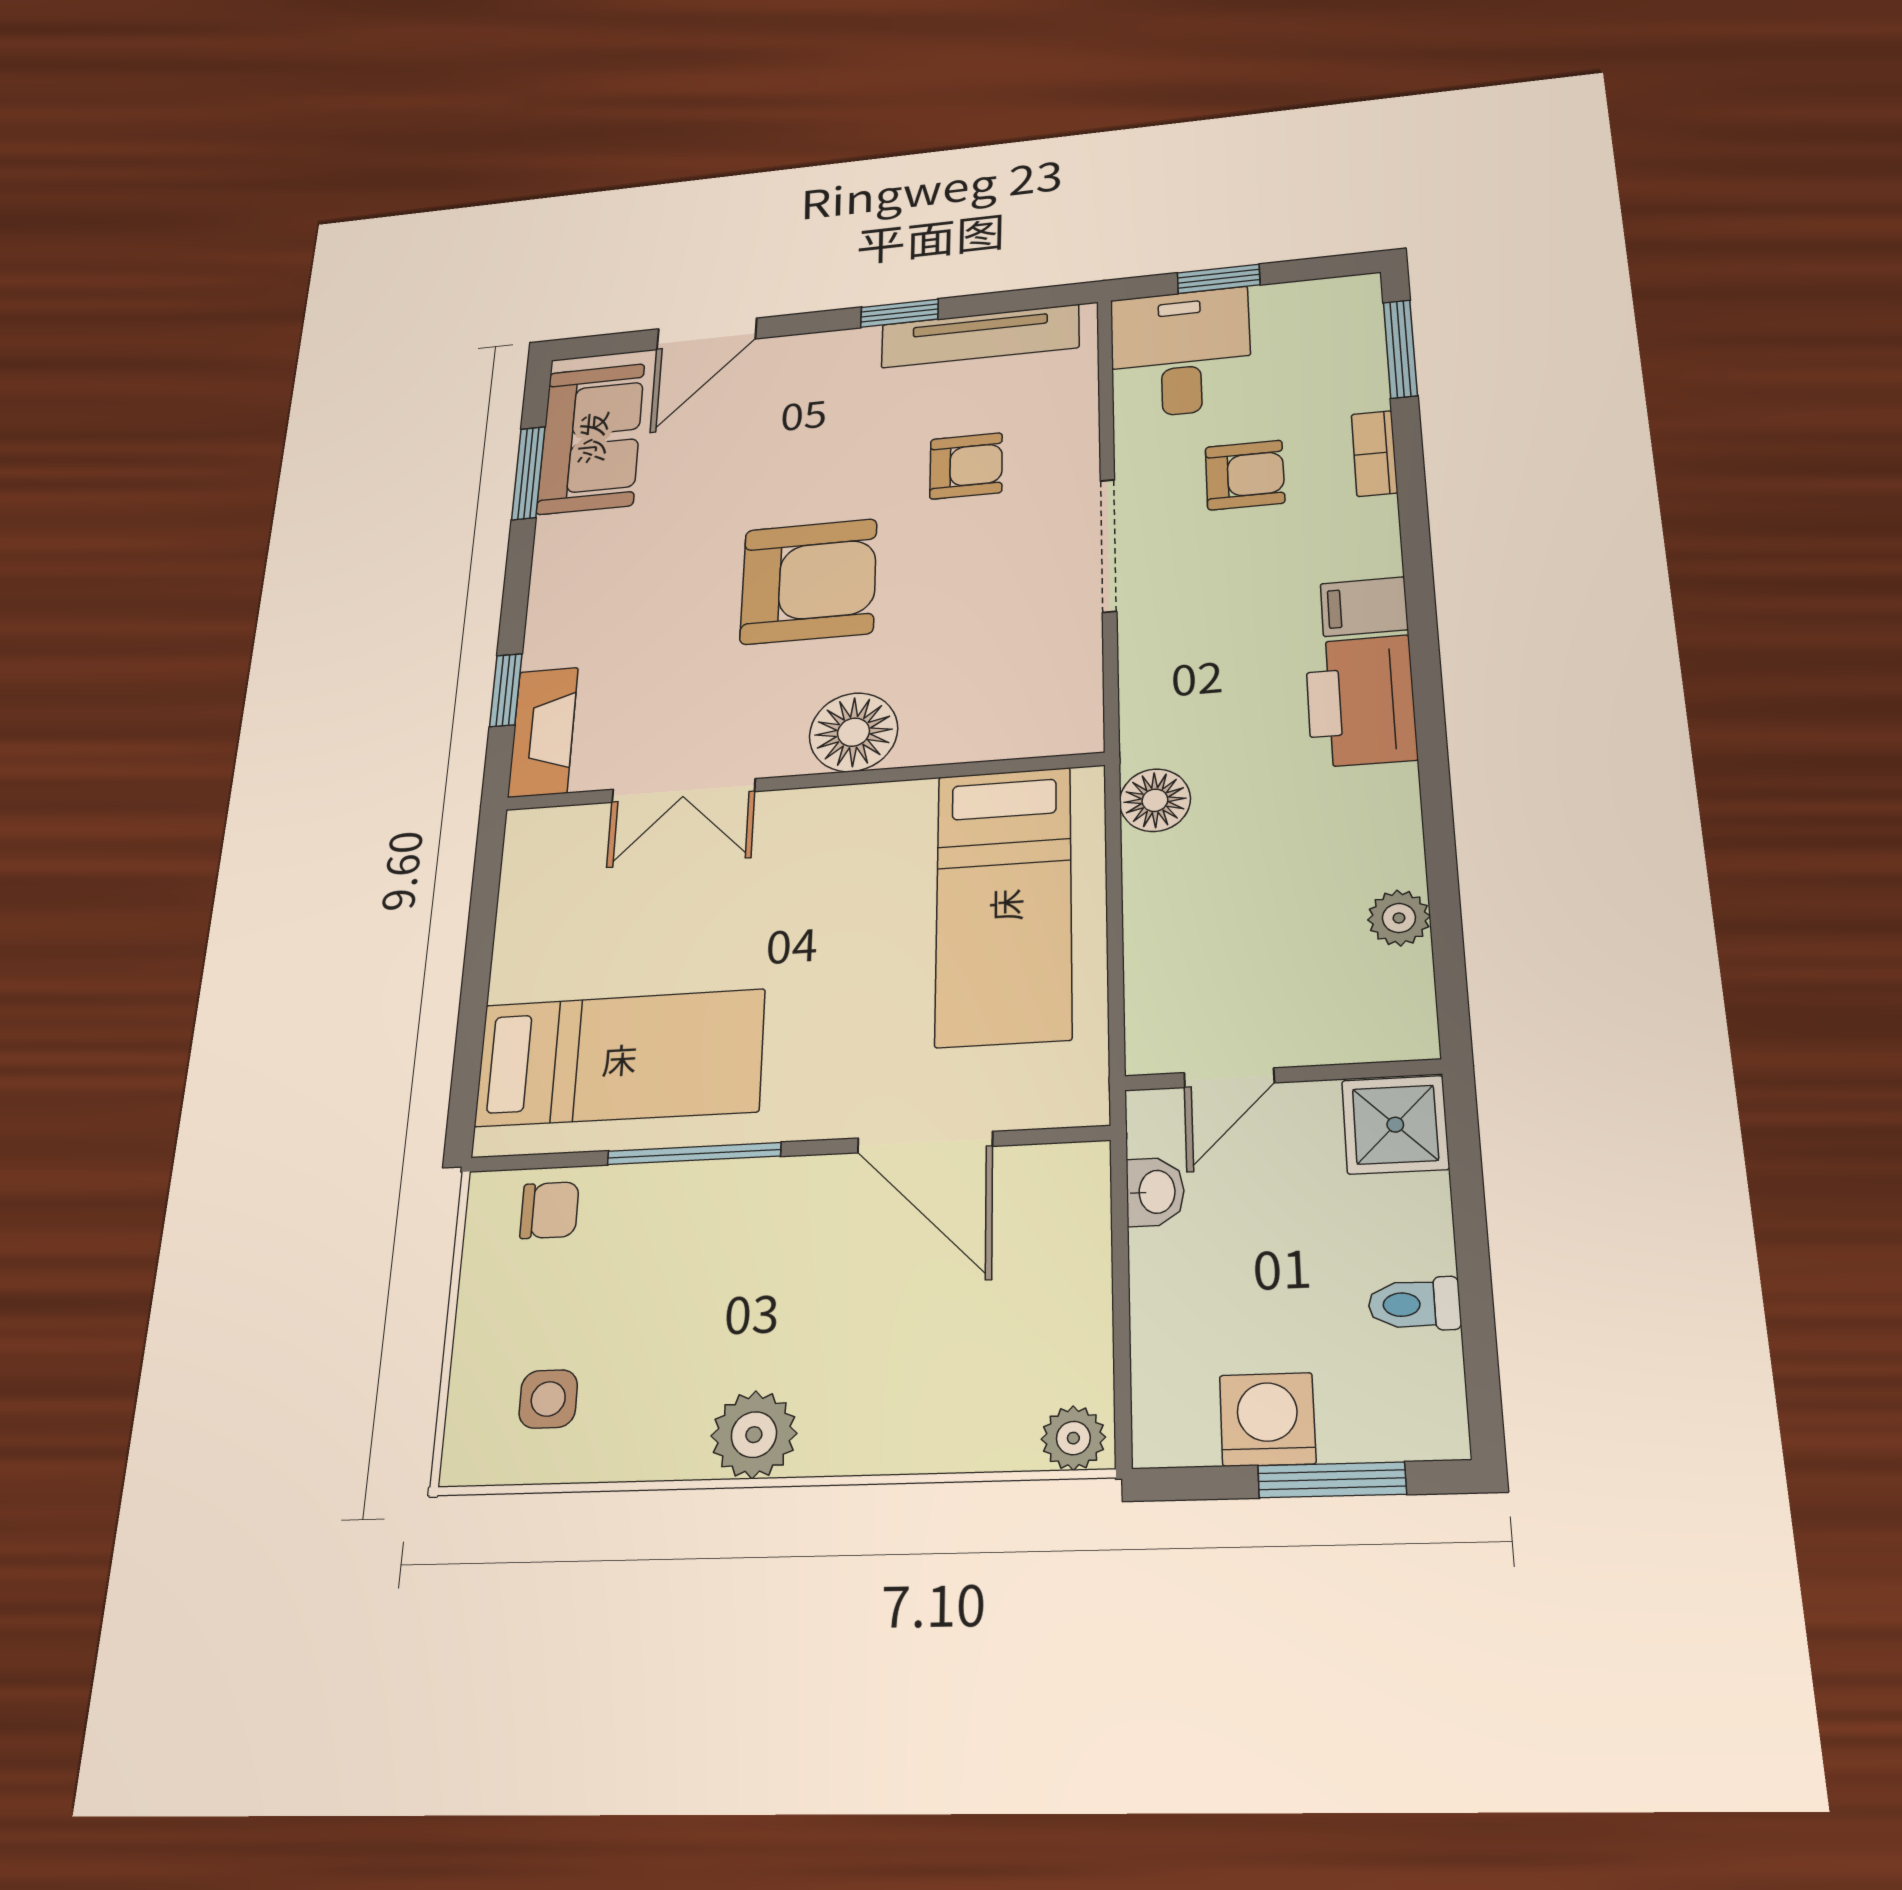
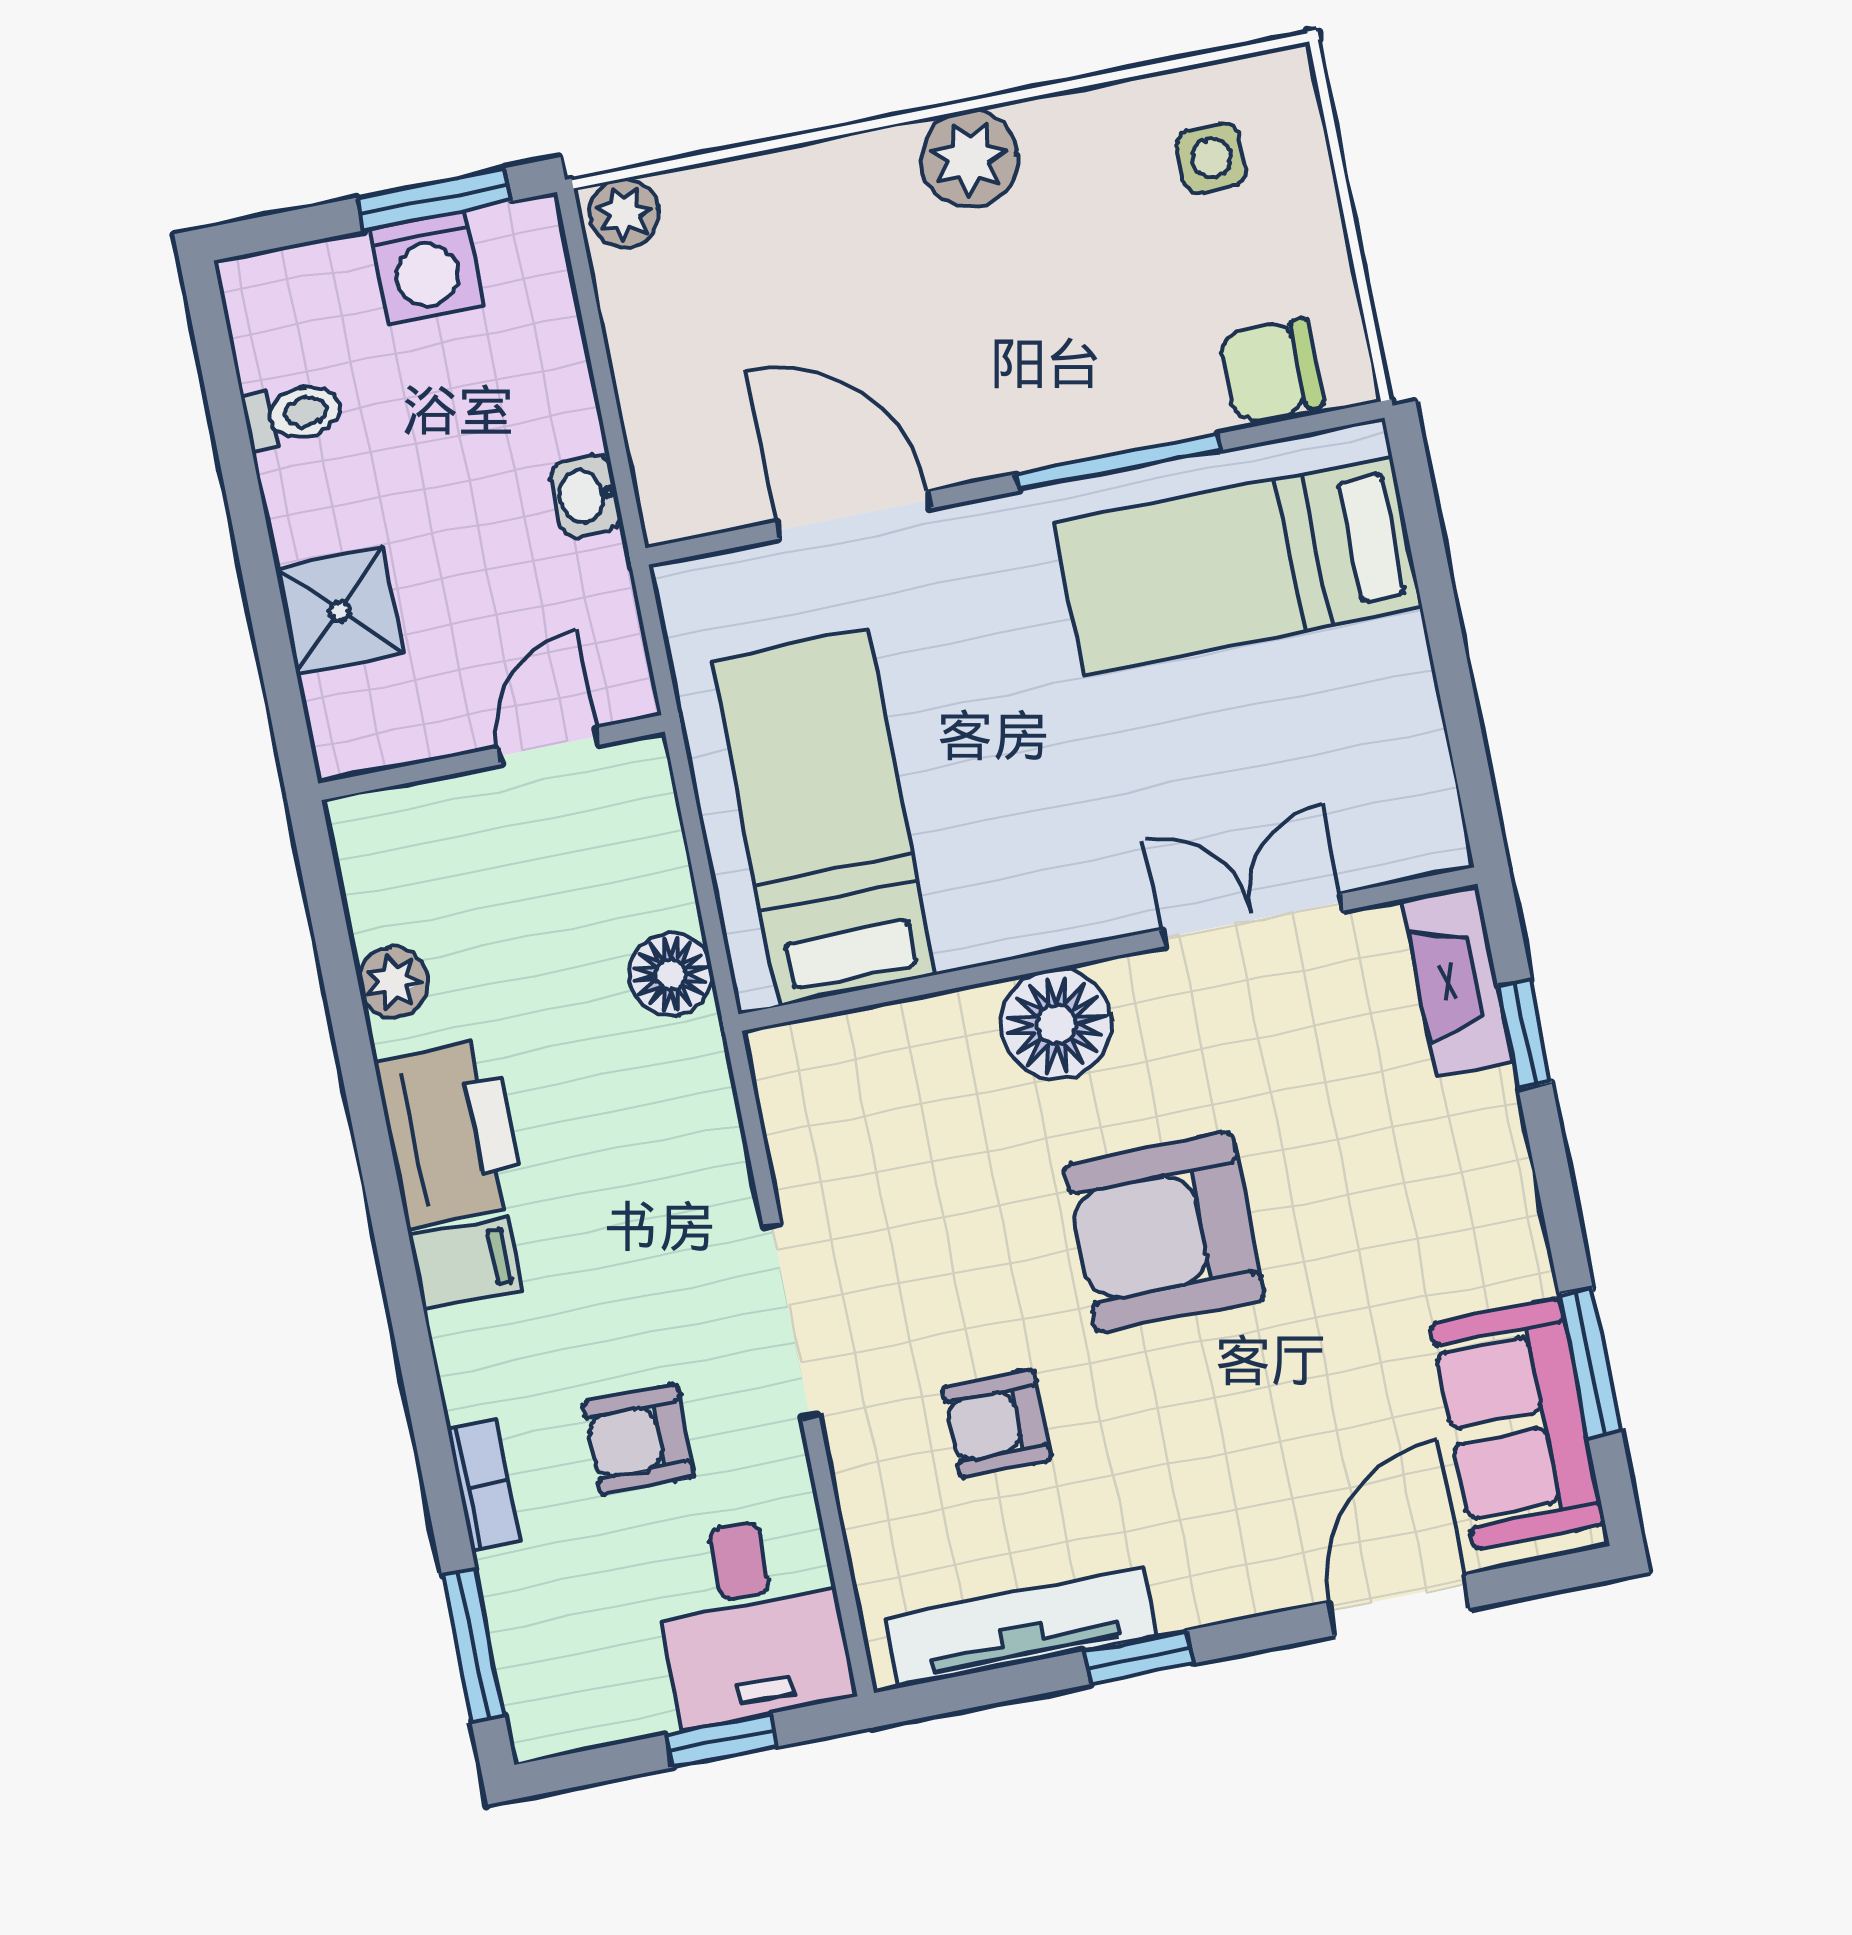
plant: (1399, 918) -> (393, 982), moved
wall: (1282, 1075) -> (491, 758), moved
door: (1229, 1078) -> (549, 746), moved
chair: (549, 1210) -> (1271, 370), width x1.37, depth x1.37
window: (1332, 1480) -> (434, 199), moved

